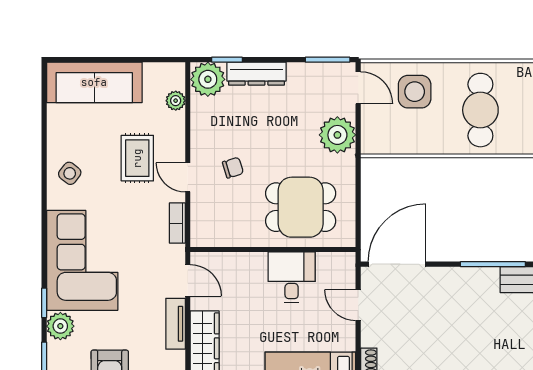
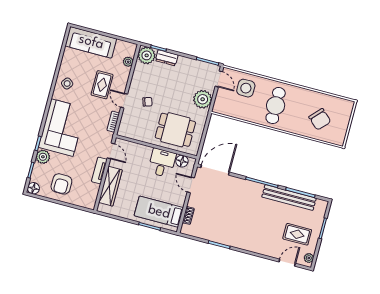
dresser: (257, 74) -> (167, 58), width x0.70
floor lamp: (329, 264) -> (182, 161), added

